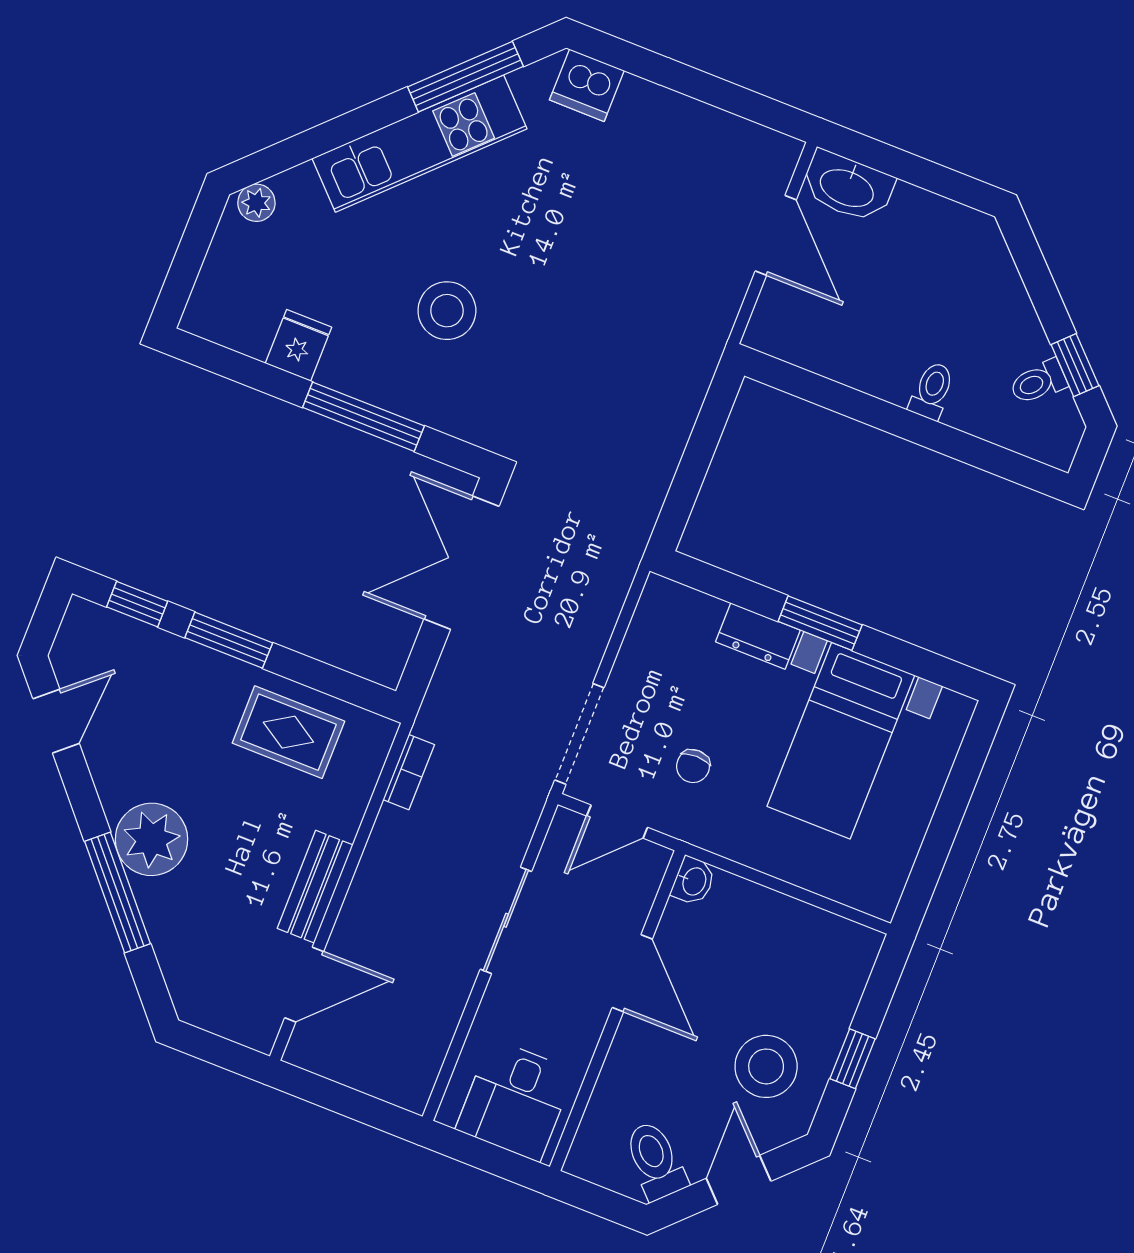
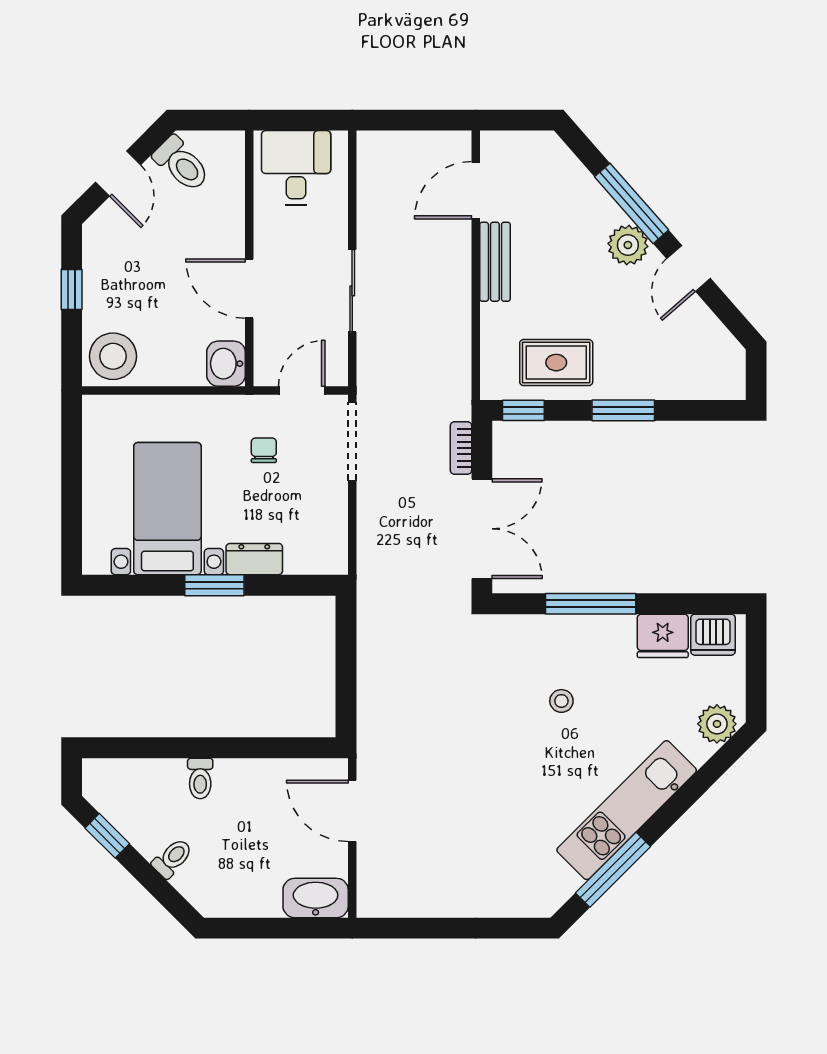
dishwasher: (587, 85) -> (713, 635), moved, turned 180
plant: (256, 203) -> (717, 724), width x1.38, depth x1.38
door: (776, 235) -> (352, 811), moved
stool: (447, 311) -> (561, 701), width x0.53, depth x0.53
fridge: (299, 345) -> (663, 636), width x1.38
toilet: (1038, 382) -> (172, 858), moved
window: (137, 604) -> (523, 410), moved
door: (56, 721) -> (689, 268), moved
bookcase: (409, 772) -> (461, 448), moved
plant: (151, 839) -> (628, 245), width x0.73, depth x0.73
washbasin: (693, 881) -> (226, 364), width x1.38, depth x1.45
stool: (766, 1066) -> (113, 356), moved

